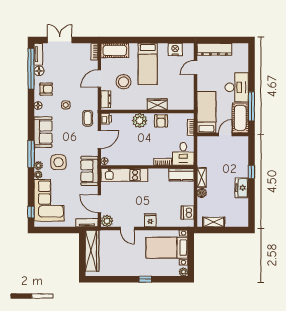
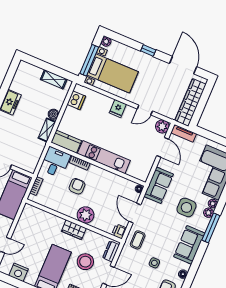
wardrobe: (157, 104) -> (74, 230), moved
armchair: (161, 121) -> (77, 186), moved
door: (99, 139) -> (135, 213), hinge flipped
kitchen unit: (124, 175) -> (104, 157), moved
door: (127, 229) -> (145, 110), swing flipped
window: (191, 250) -> (89, 60), added
door: (111, 279) -> (183, 65), added

